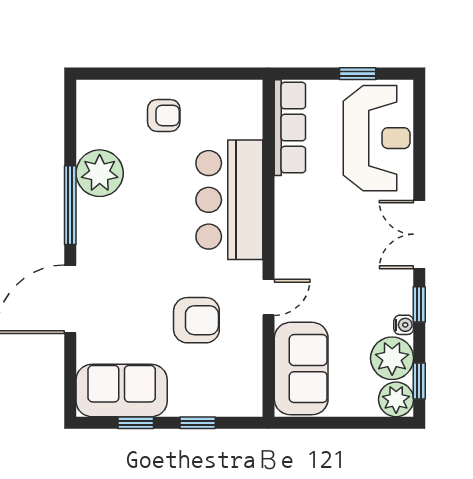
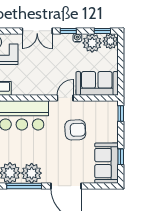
plant: (99, 222) -> (32, 173), added
door: (268, 297) -> (65, 98), hinge flipped
armchair: (196, 320) -> (75, 130), turned 87
window: (198, 423) -> (121, 113), moved

